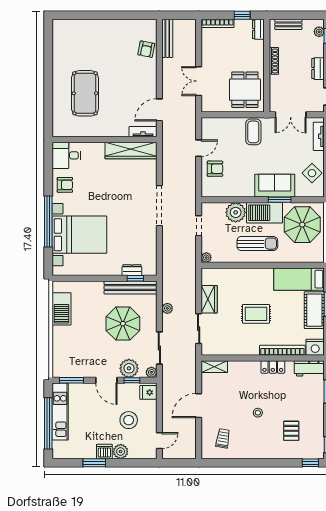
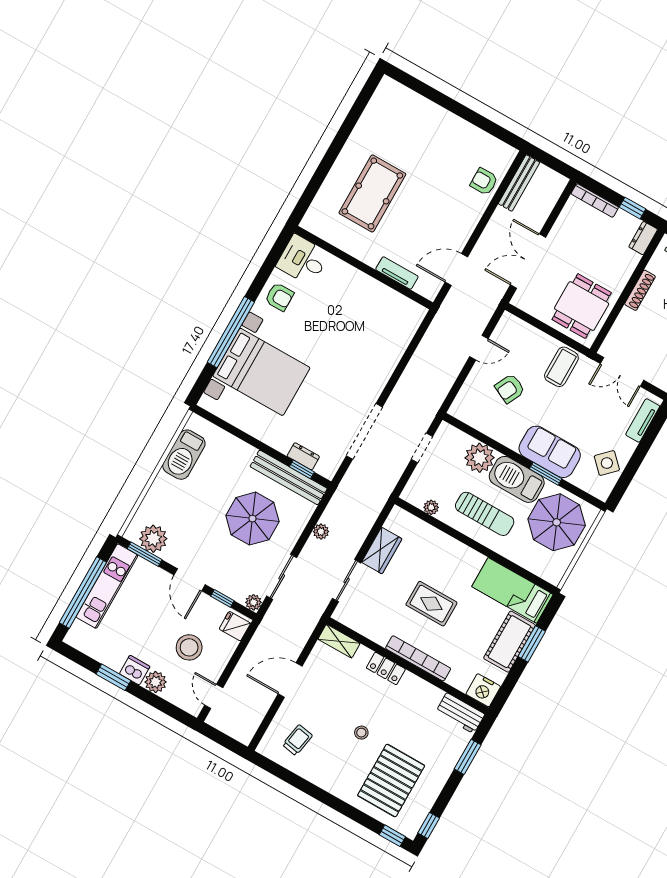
armchair: (146, 49) -> (484, 181), turned 79
double door: (199, 81) -> (528, 261), width x1.37
tv unit: (143, 132) -> (397, 273), moved
wardrobe: (131, 151) -> (390, 301), removed
armchair: (215, 169) -> (510, 389), moved, turned 116
doorway: (159, 206) -> (364, 431), moved
plant: (206, 258) -> (431, 507), moved
bookcase: (282, 350) -> (418, 658), moved
locker: (273, 367) -> (386, 668), moved
plant: (129, 368) -> (153, 539), moved
pallet: (291, 431) -> (391, 780), width x2.05, depth x2.00
door: (159, 441) -> (214, 696), swing flipped

